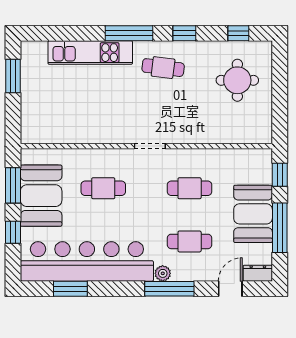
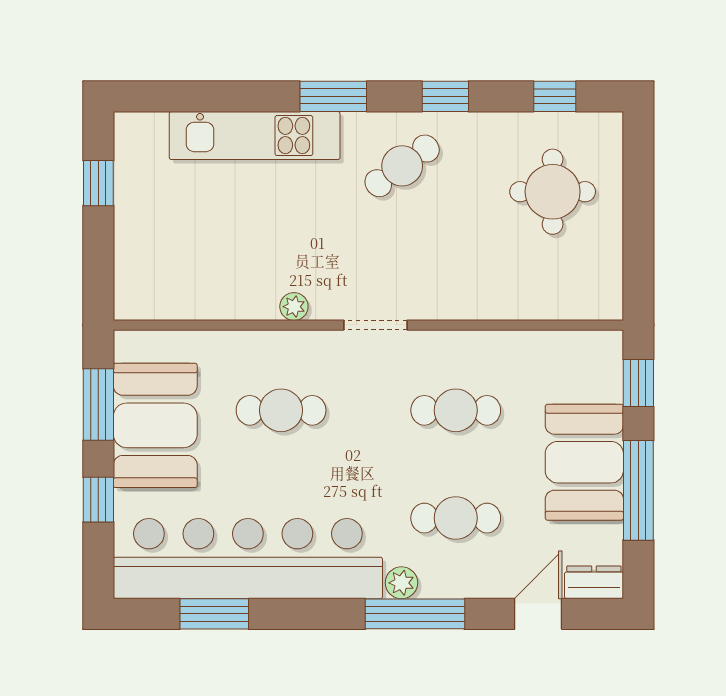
window: (129, 33) -> (333, 96), width x0.69
cafe table: (163, 68) -> (402, 166), turned -43
window: (13, 76) -> (98, 183), width x0.67
plant: (110, 137) -> (294, 307), added

